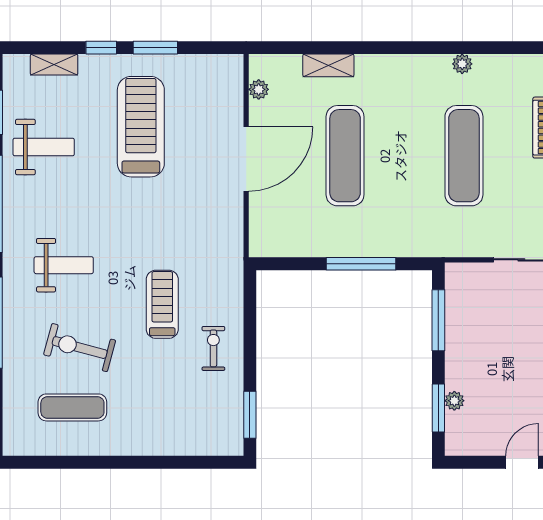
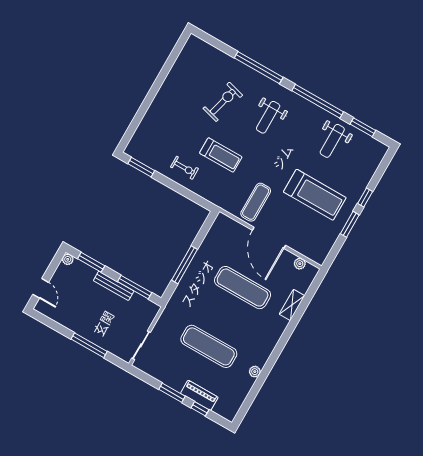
shelving: (54, 65) -> (370, 169), removed
bench: (455, 353) -> (114, 286), added
plant: (454, 401) -> (68, 259), moved
exercise mat: (72, 407) -> (256, 202), moved

